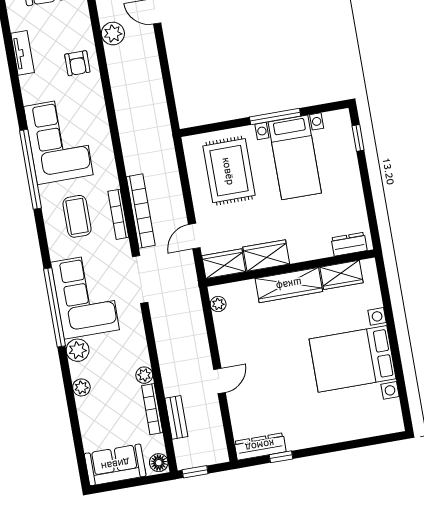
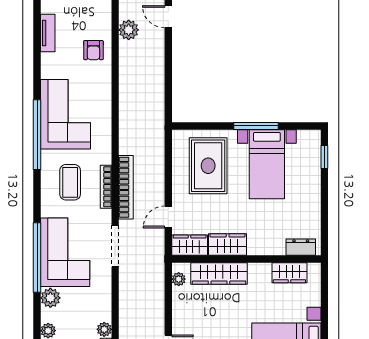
wardrobe: (289, 285) -> (219, 273), moved

